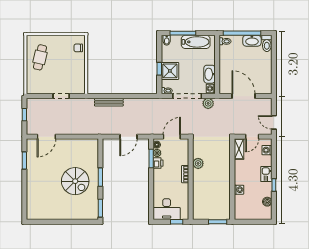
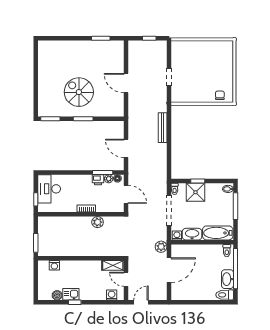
bathtub: (196, 42) -> (218, 233), moved, turned 90
cafe table: (40, 57) -> (210, 55), removed
plant: (208, 103) -> (161, 247), moved
door: (46, 137) -> (126, 83), moved
kitchen sink: (266, 174) -> (71, 294), moved
spiral stairs: (75, 181) -> (79, 92), turned 90
washing machine: (239, 190) -> (54, 265), moved

